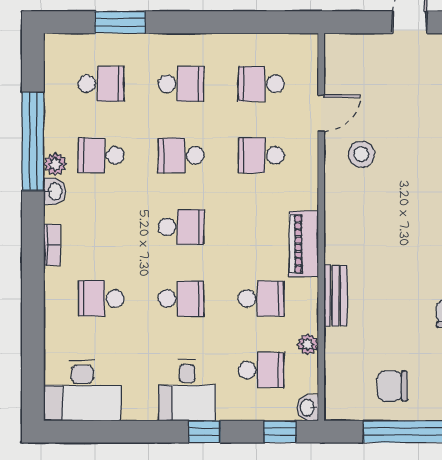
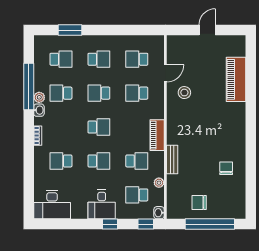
school desk: (261, 370) -> (137, 195), turned 180

